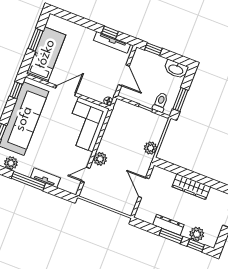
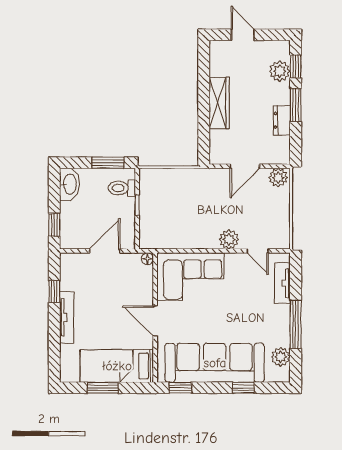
tv unit: (112, 42) -> (67, 317), moved
plant: (151, 148) -> (278, 177), moved
tv unit: (45, 178) -> (282, 283), moved
dresser: (168, 225) -> (282, 120), width x0.70

